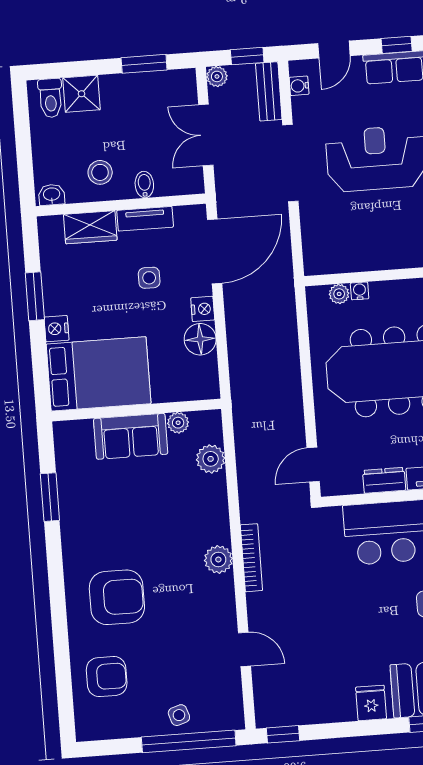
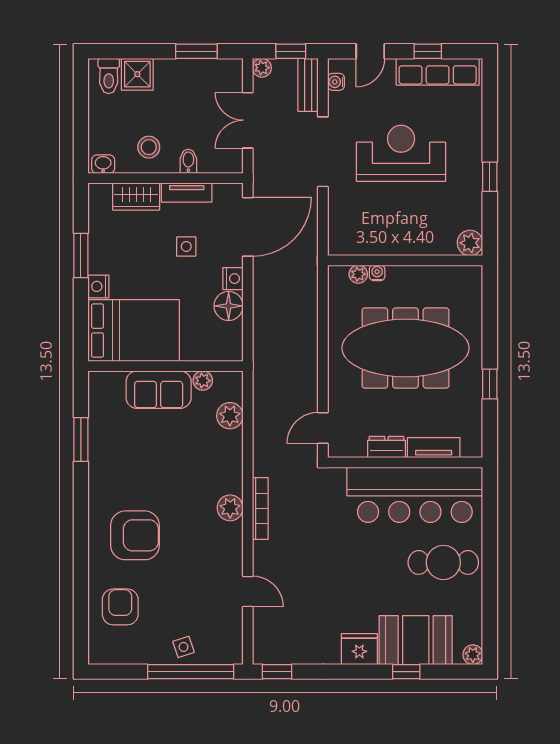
armchair: (107, 677) -> (120, 607), turned -90
fridge: (371, 703) -> (359, 649), width x1.38

